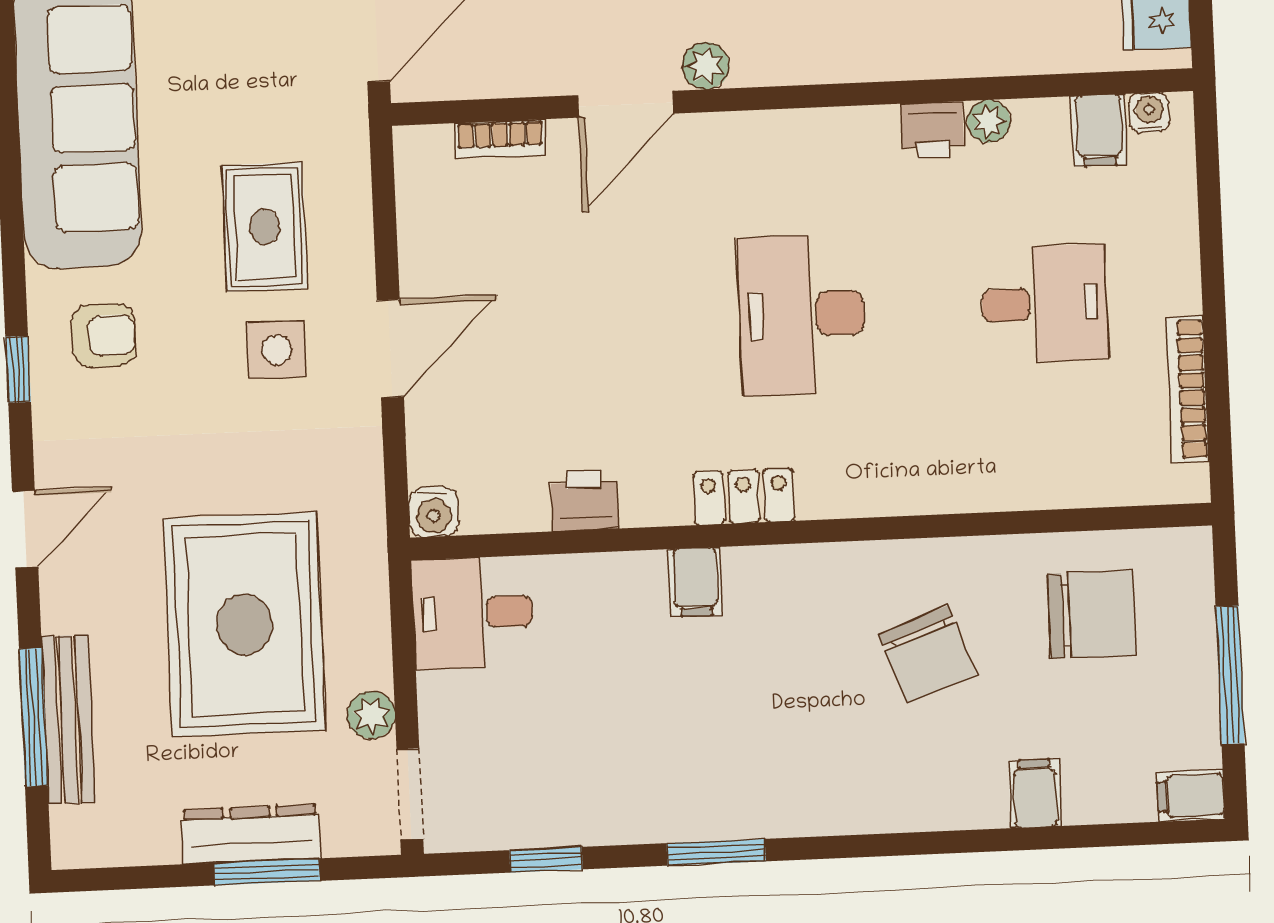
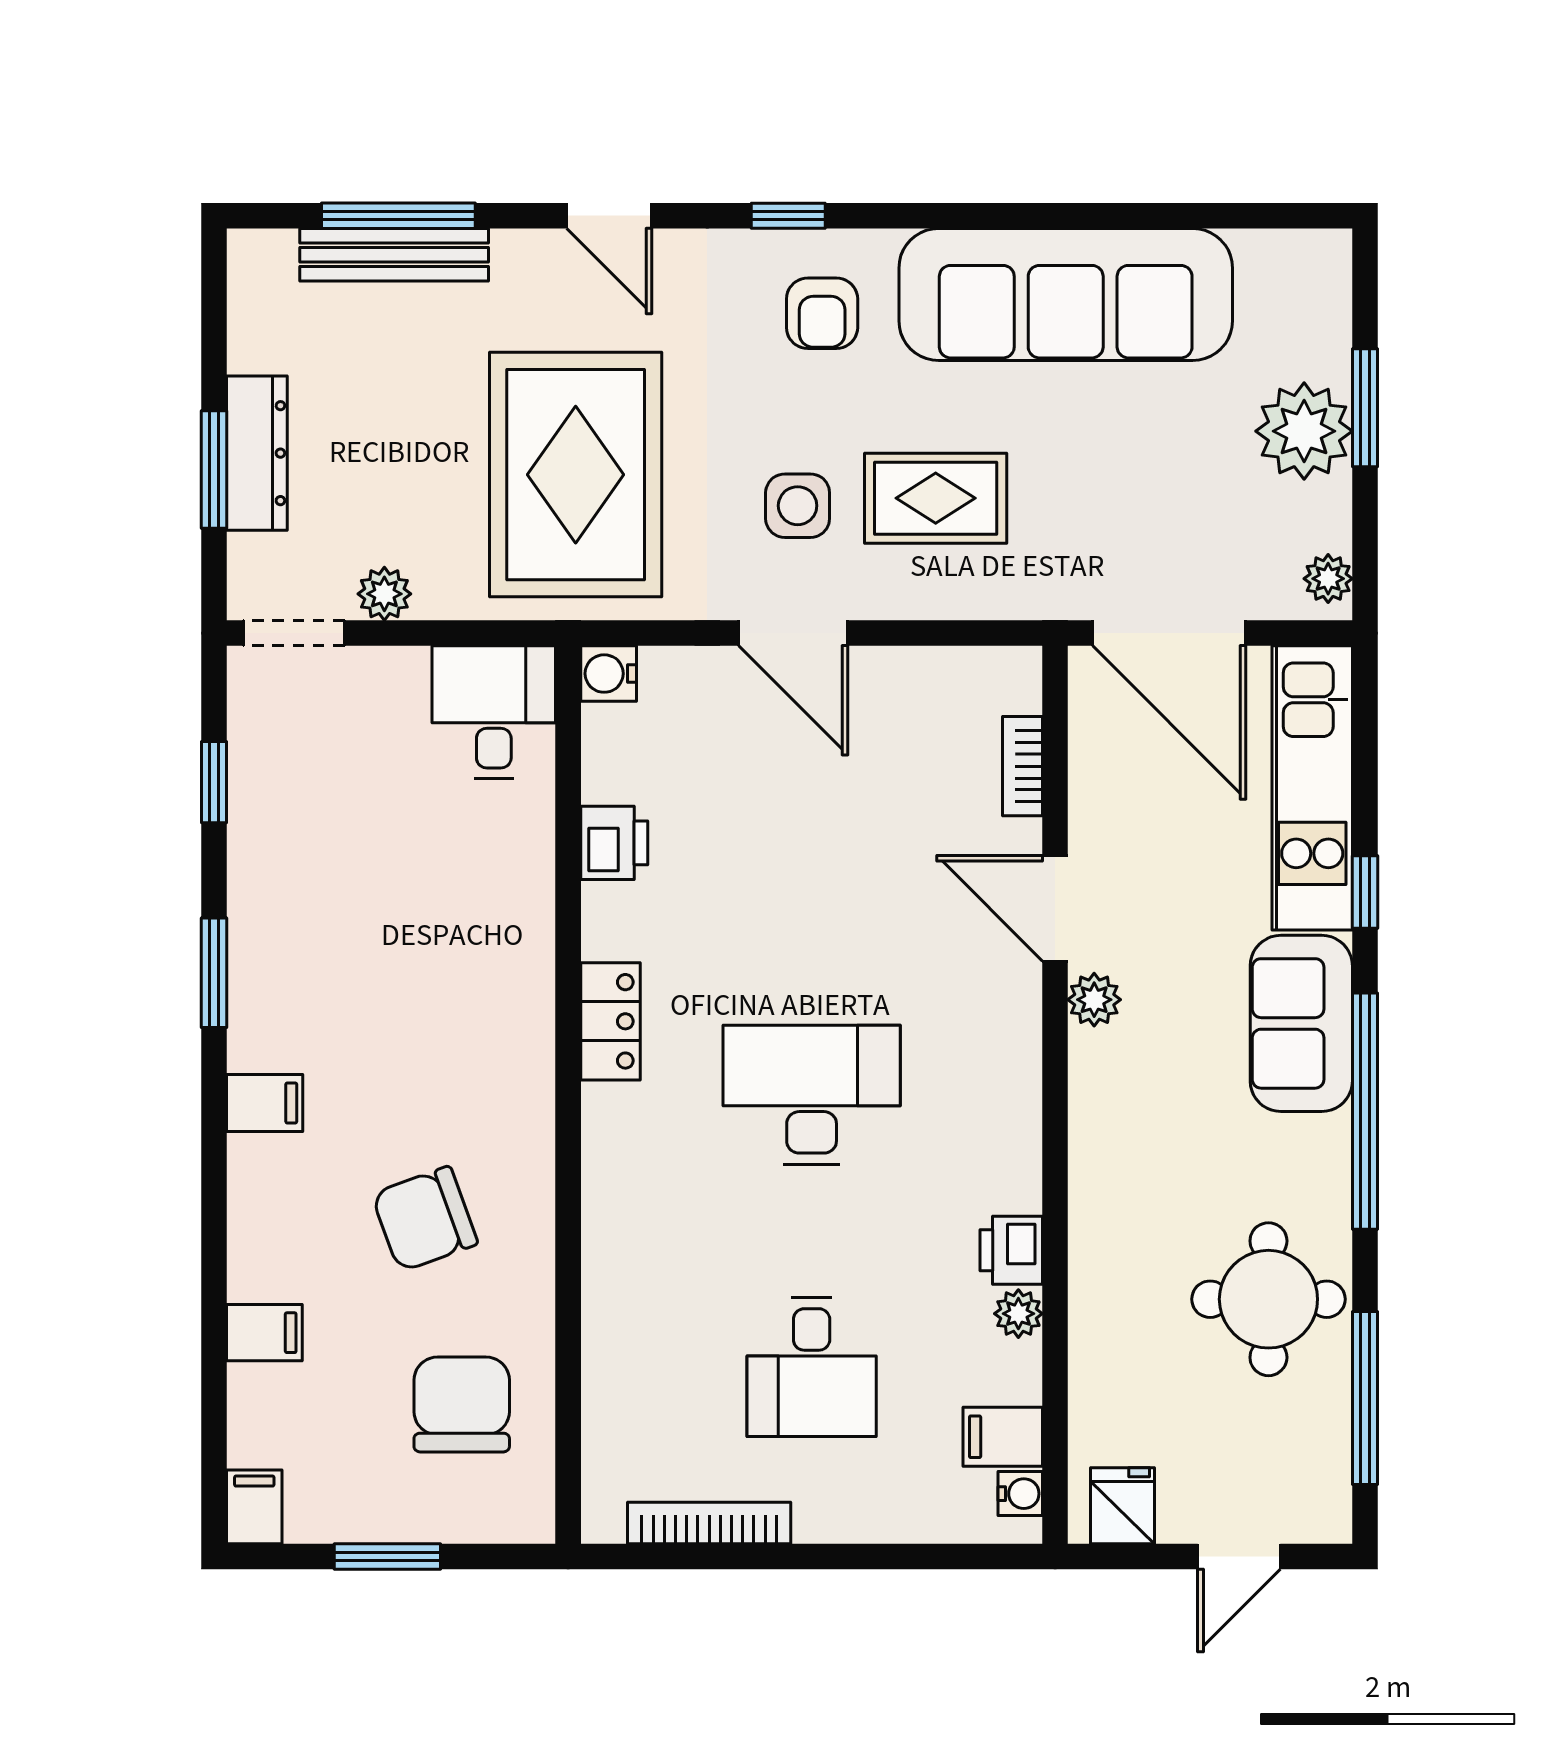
filing cabinet: (695, 582) -> (265, 1103), moved, turned 180
chair: (1092, 614) -> (462, 1404), turned 180
rug: (244, 624) -> (576, 475), moved, turned 90
window: (1230, 675) -> (387, 1556), width x0.69

